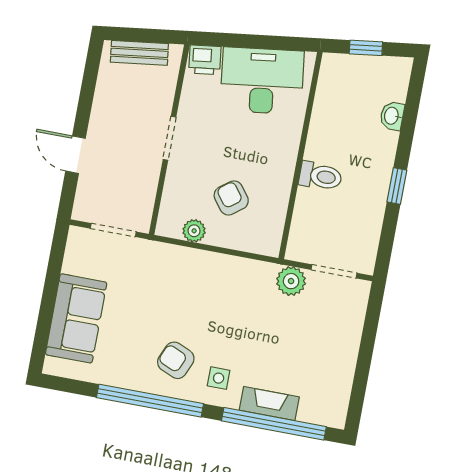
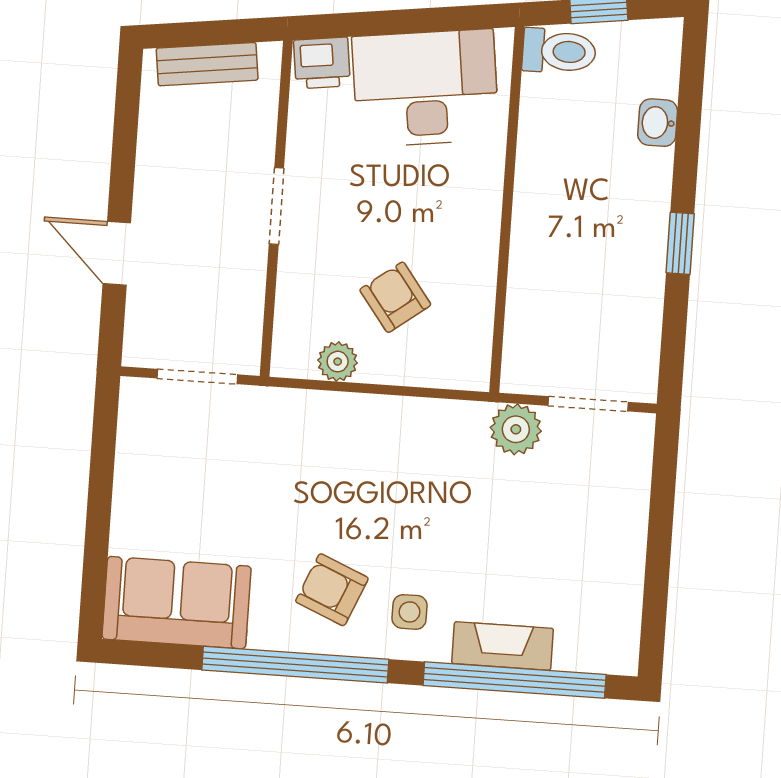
toilet: (320, 176) -> (559, 51), moved
sofa: (76, 318) -> (177, 603), moved, turned -90

